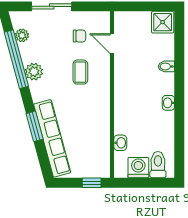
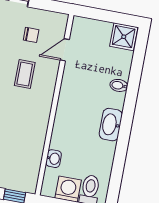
door: (112, 44) -> (65, 50), hinge flipped
washbasin: (168, 103) -> (111, 125), width x1.91, depth x1.45

